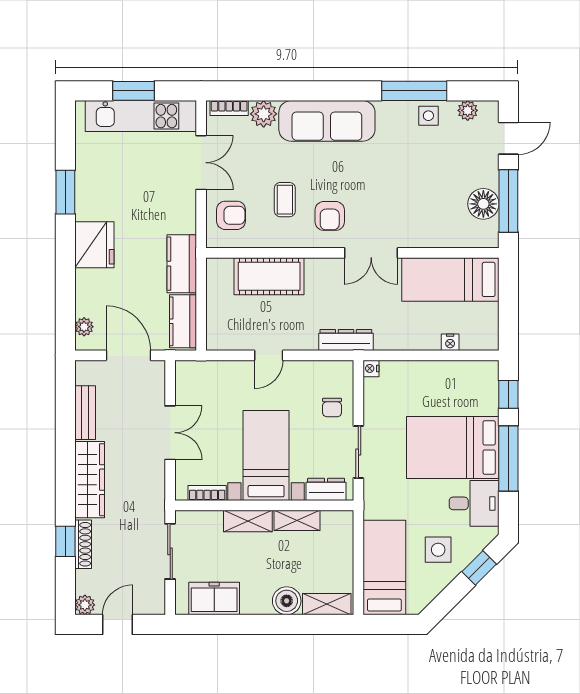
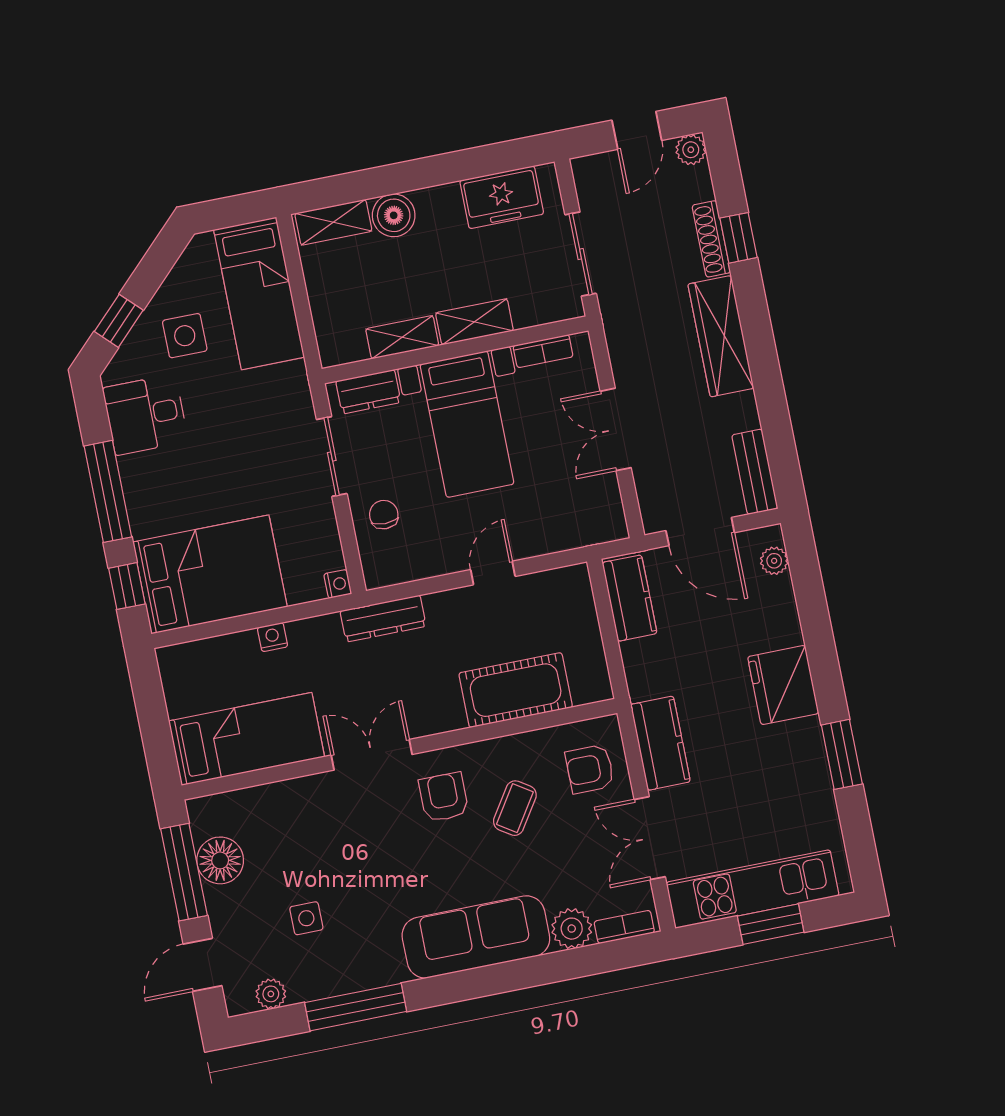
side table: (428, 116) -> (306, 918), moved
coffee table: (285, 200) -> (515, 808), turned 33
kitchen counter: (182, 264) -> (660, 743), moved
nightstand: (450, 342) -> (273, 637), moved
bench: (85, 413) -> (755, 472), moved
bed: (453, 447) -> (210, 574), moved

